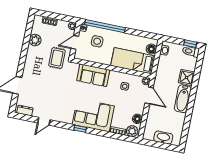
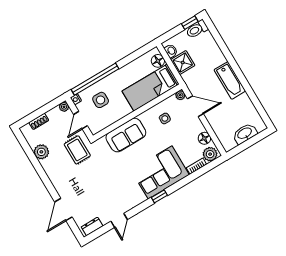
shower: (187, 77) -> (183, 63), moved

